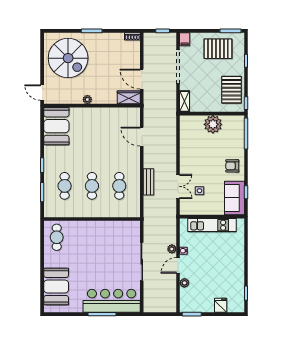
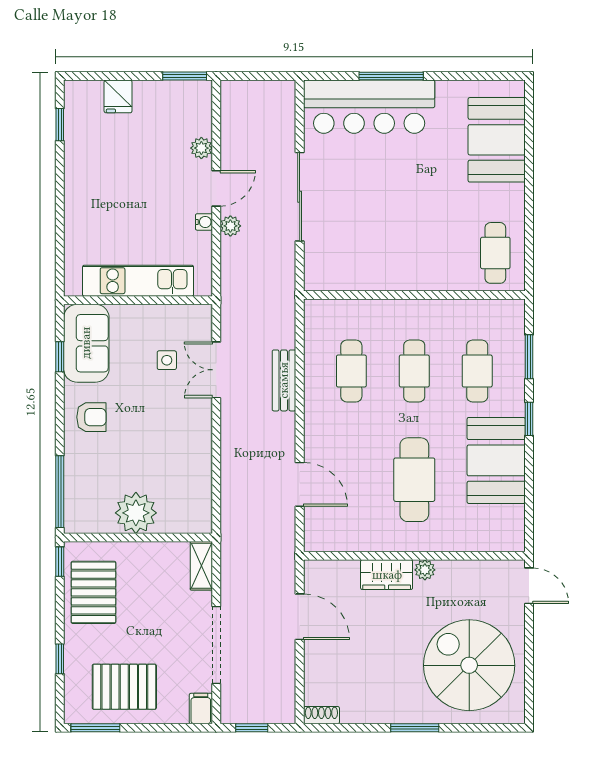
wardrobe: (129, 97) -> (387, 575), moved
booth: (56, 126) -> (496, 460), moved
cafe table: (92, 139) -> (414, 480), added

